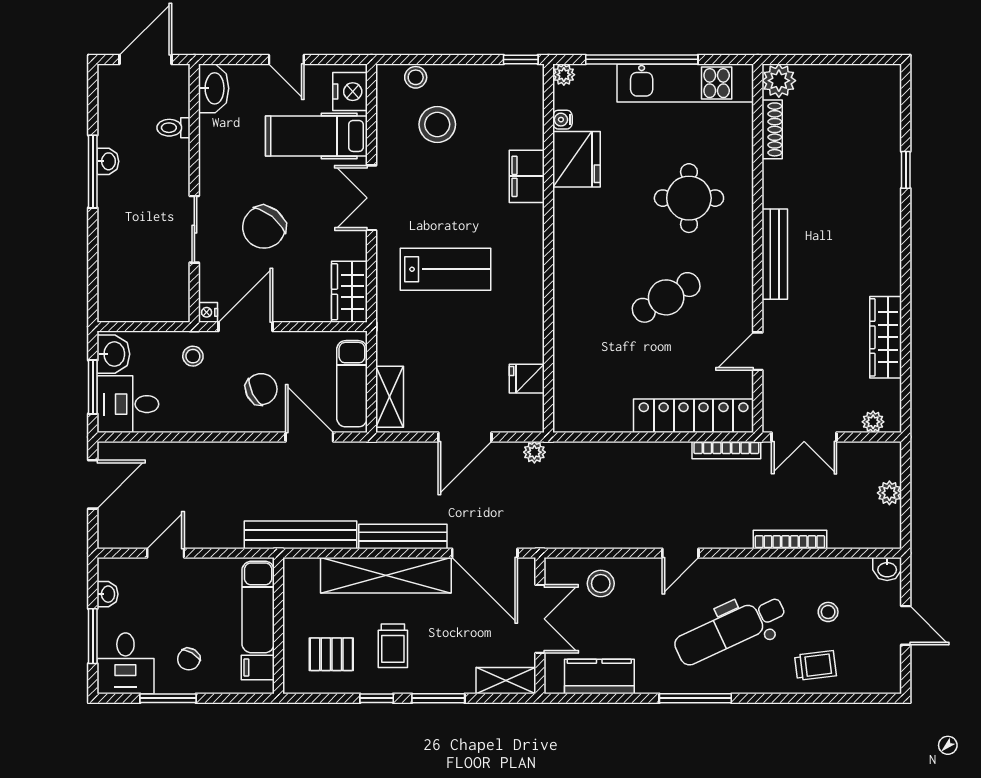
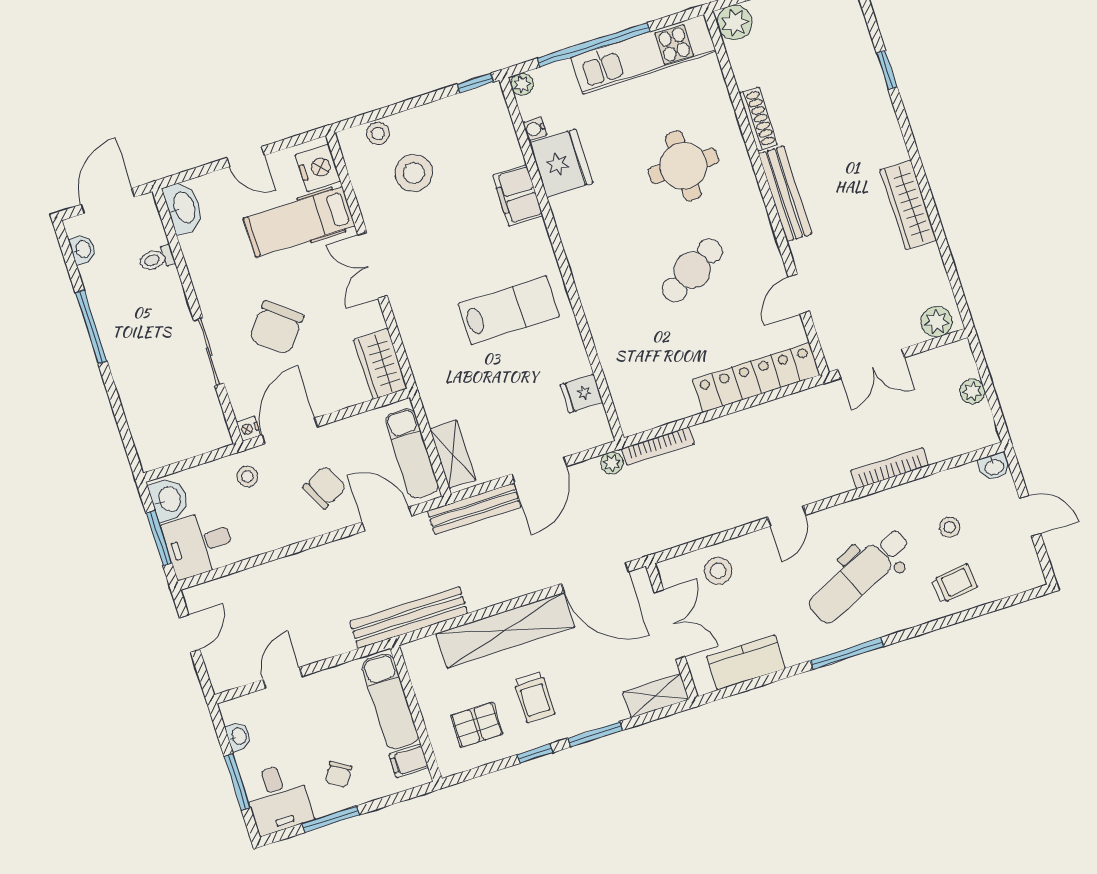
shoe rack: (772, 129) -> (758, 119), moved
washbasin: (108, 161) -> (83, 249), moved
lab bench: (445, 269) -> (509, 310), moved
wardrobe: (886, 337) -> (908, 205), moved
plant: (873, 422) -> (937, 322), width x1.38, depth x1.38
bookcase: (726, 450) -> (658, 446), moved
door: (93, 484) -> (190, 633), width x0.73
bench: (403, 536) -> (474, 509), moved

